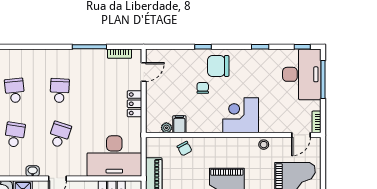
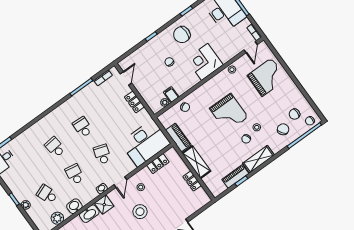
chair: (218, 66) -> (182, 35), moved

